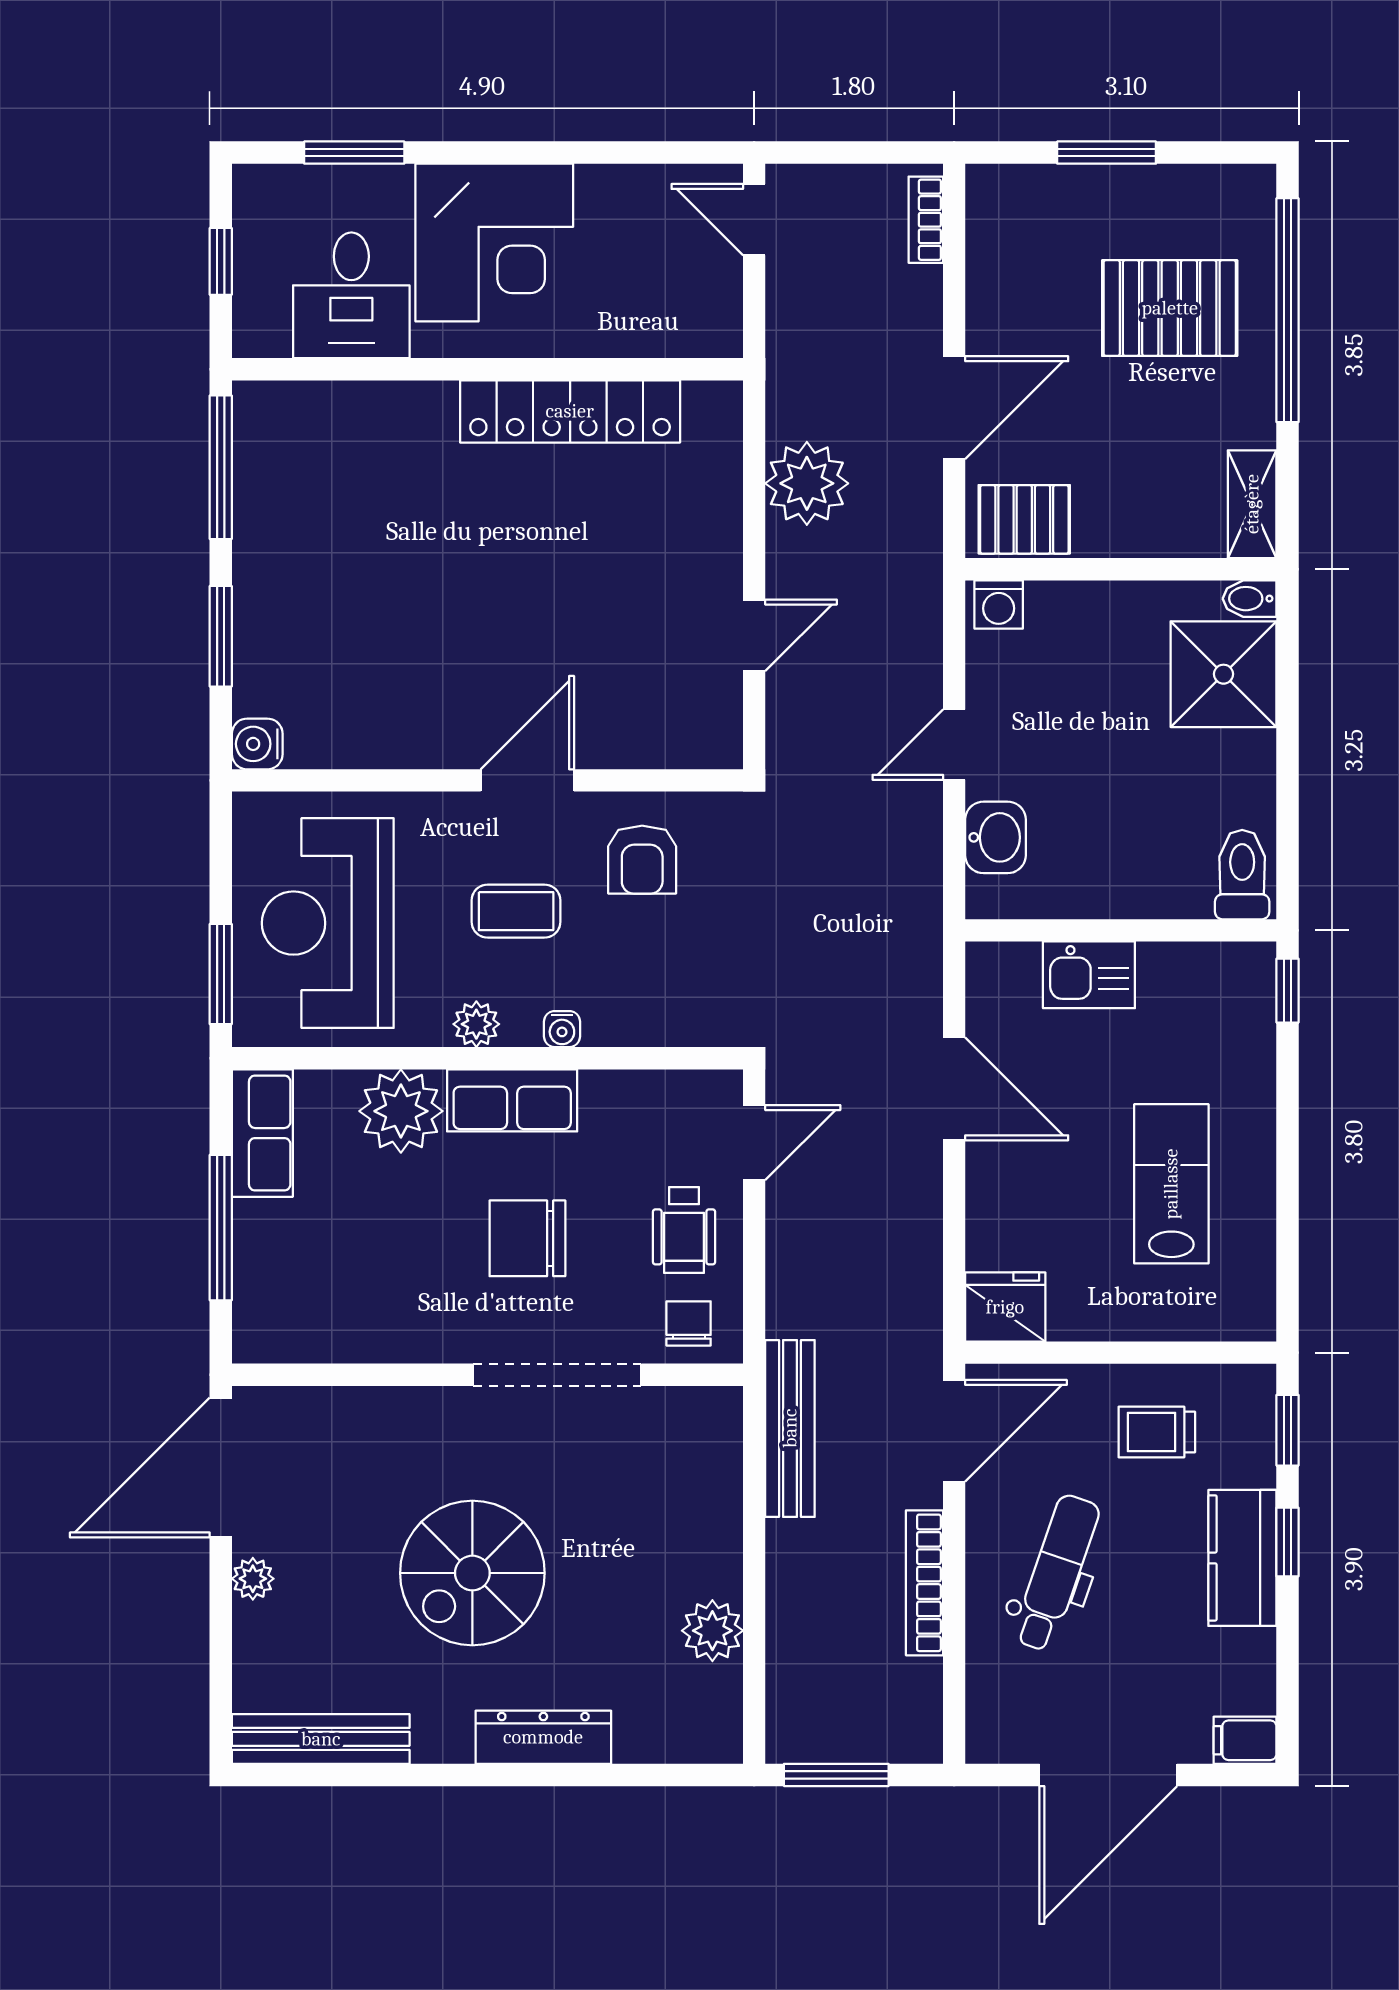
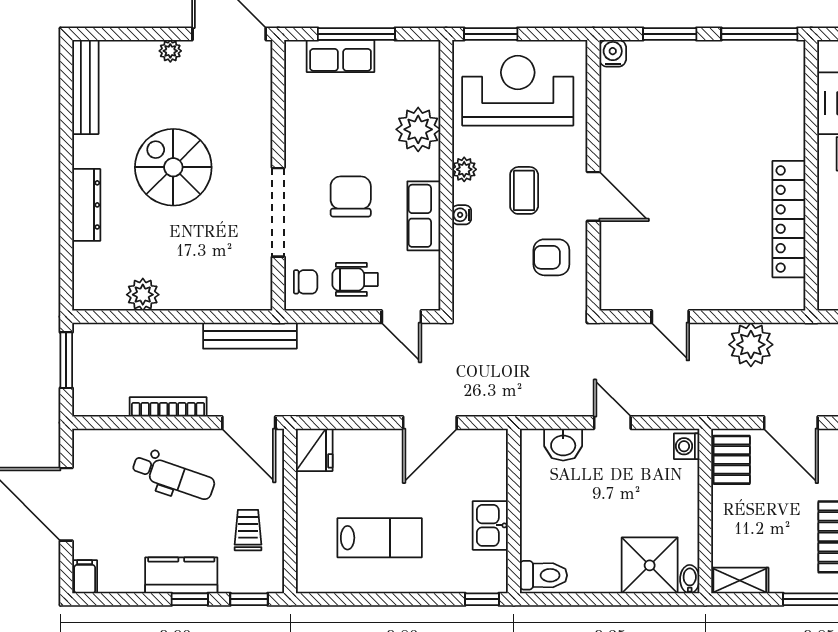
kitchen sink: (1089, 975) -> (490, 525), moved
row of seats: (512, 1100) -> (424, 216), moved
row of seats: (262, 1133) -> (341, 56), moved

